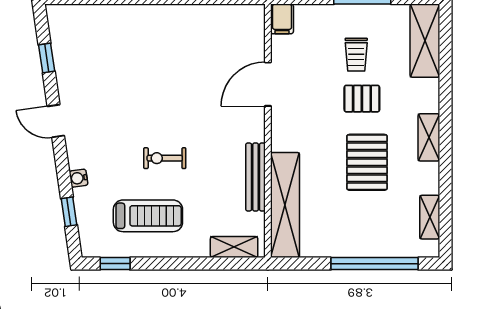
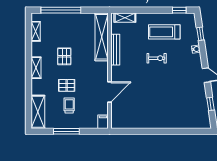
pallet: (367, 162) -> (64, 56), width x0.67, depth x0.71

